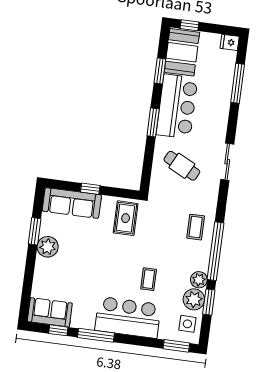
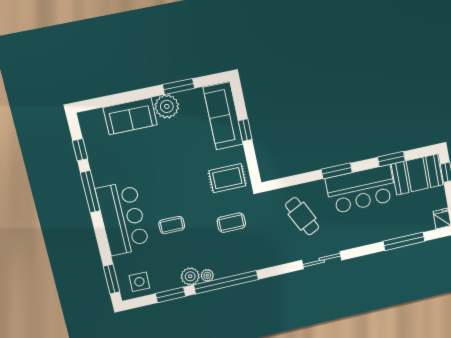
cafe table: (182, 166) -> (302, 216), turned -53
coffee table: (196, 227) -> (231, 223), moved
plant: (194, 299) -> (207, 275), moved, width x0.53, depth x0.53
sofa: (50, 312) -> (130, 116), moved, turned 90

